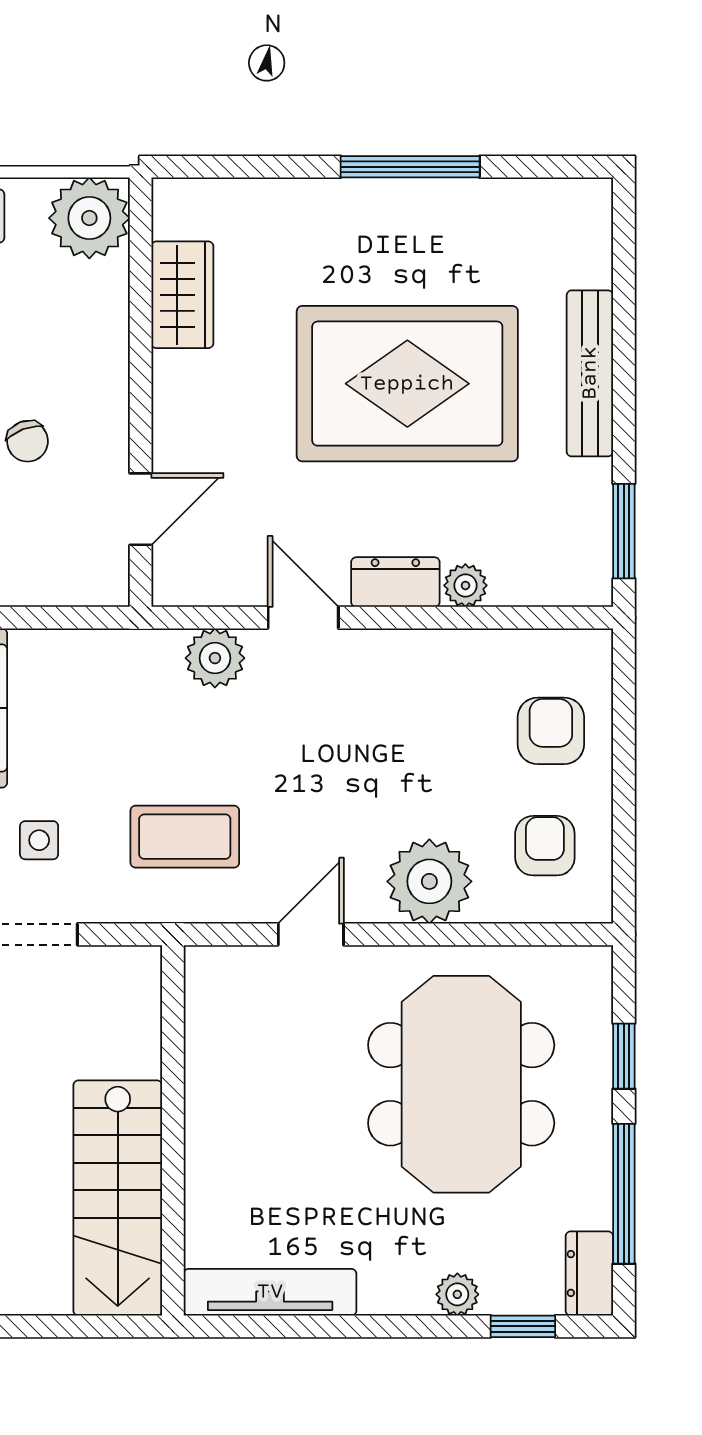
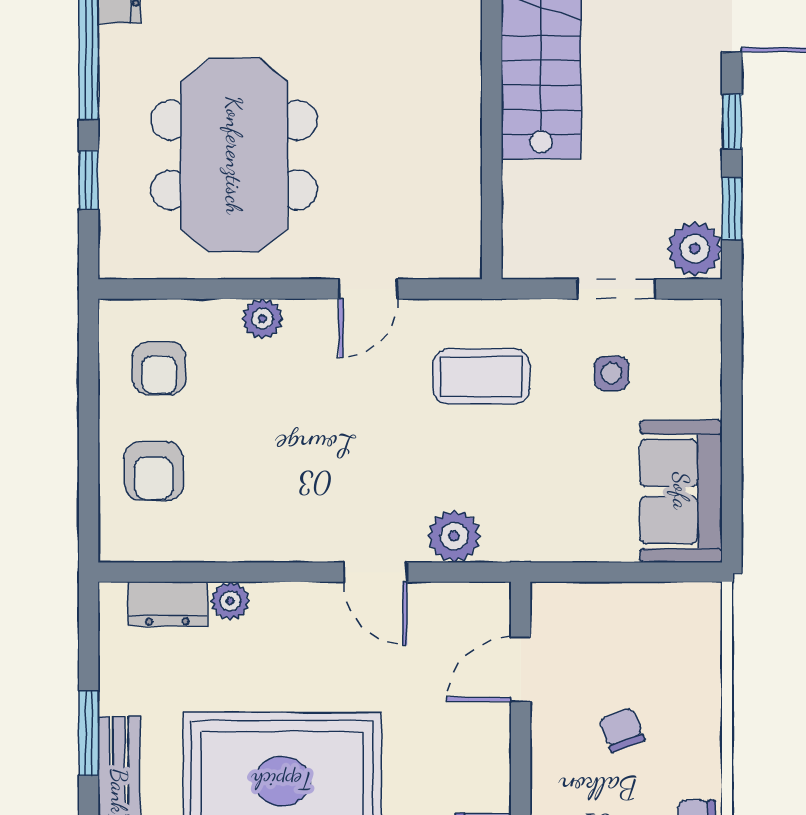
window: (624, 531) -> (89, 733), moved
dresser: (395, 582) -> (168, 604), moved
plant: (429, 881) -> (262, 319), width x0.53, depth x0.53

